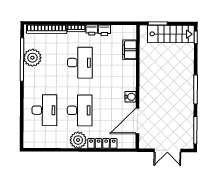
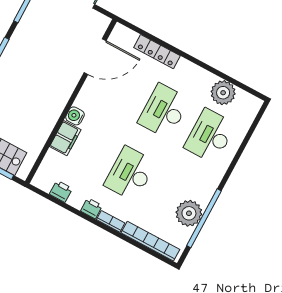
printer: (104, 30) -> (61, 191), moved
filing cabinet: (129, 50) -> (65, 138), moved
water cooler: (131, 97) -> (75, 116), moved
plant: (78, 140) -> (223, 93), moved

